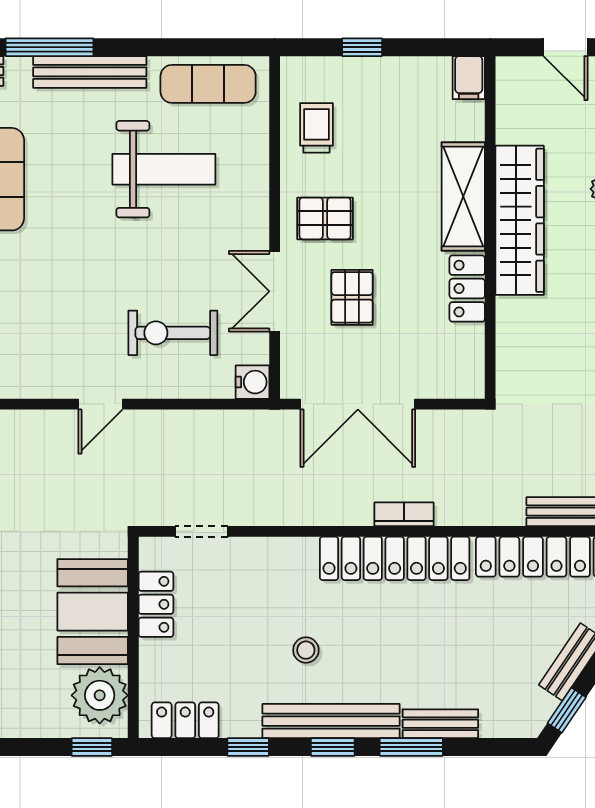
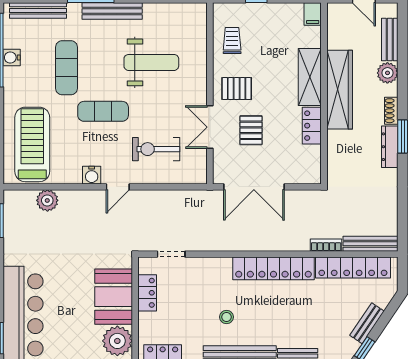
exercise mat: (208, 84) -> (103, 111), moved
water cooler: (252, 382) -> (92, 175), moved, turned 90
bookcase: (404, 514) -> (326, 245), moved

